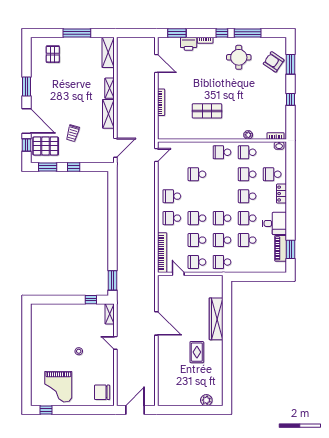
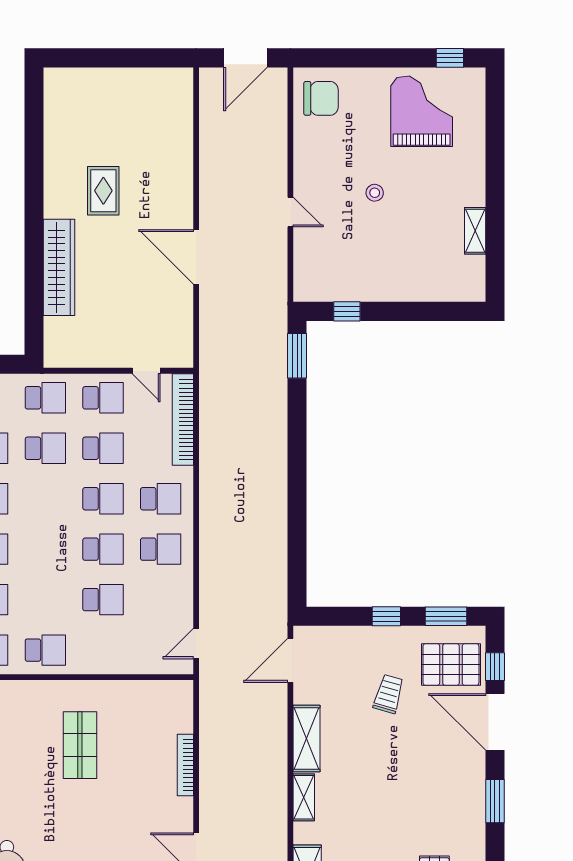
shop shelf: (207, 111) -> (80, 745), turned 90
school desk: (222, 218) -> (103, 549), moved
shelving: (110, 314) -> (475, 231), moved
plant: (206, 400) -> (81, 80), removed

